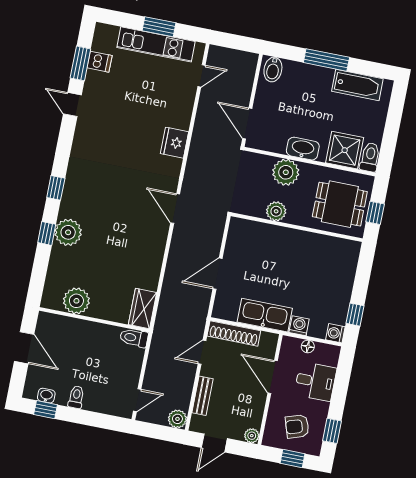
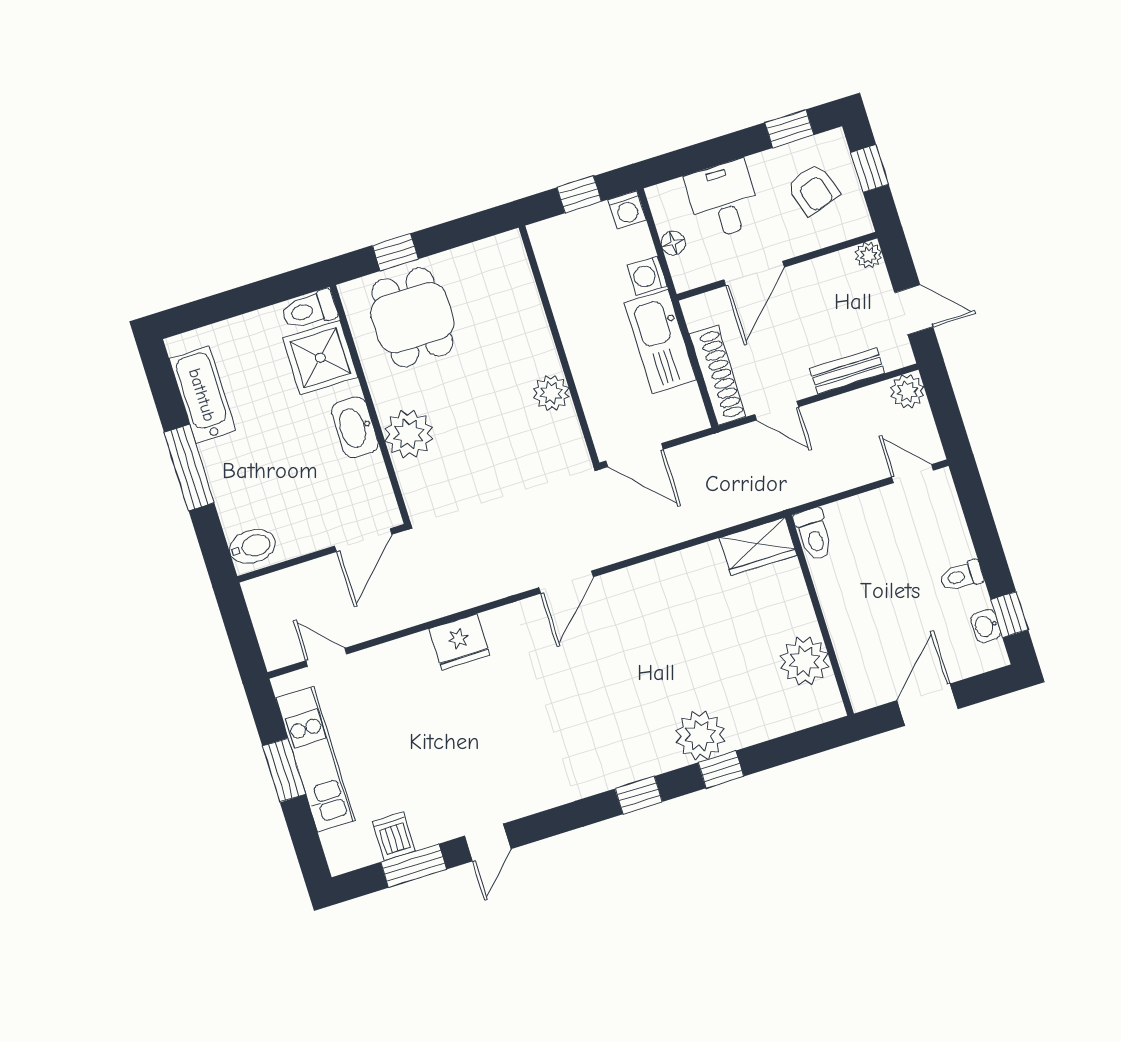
plant: (276, 211) -> (551, 393), moved
wall: (297, 227) -> (559, 345), moved

